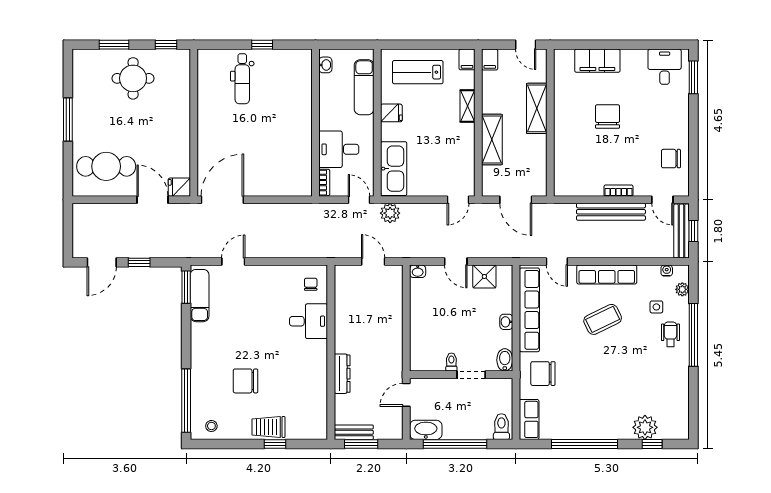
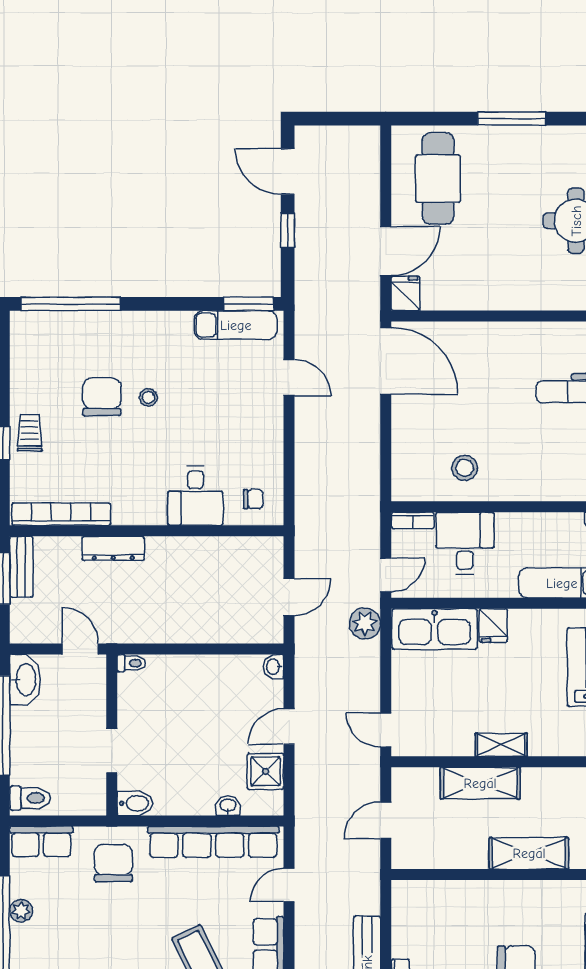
shelving: (467, 106) -> (501, 745), moved
fridge: (391, 113) -> (493, 626), moved
stool: (291, 149) -> (465, 468), added
door: (516, 200) -> (386, 820), width x0.73
washbasin: (506, 322) -> (228, 806), moved
toilet: (451, 362) -> (131, 663), moved
bookcase: (320, 407) -> (61, 514), added
stool: (211, 426) -> (148, 397), moved
trolley: (268, 427) -> (30, 433), width x0.73, depth x0.72
plant: (573, 432) -> (21, 911), added

